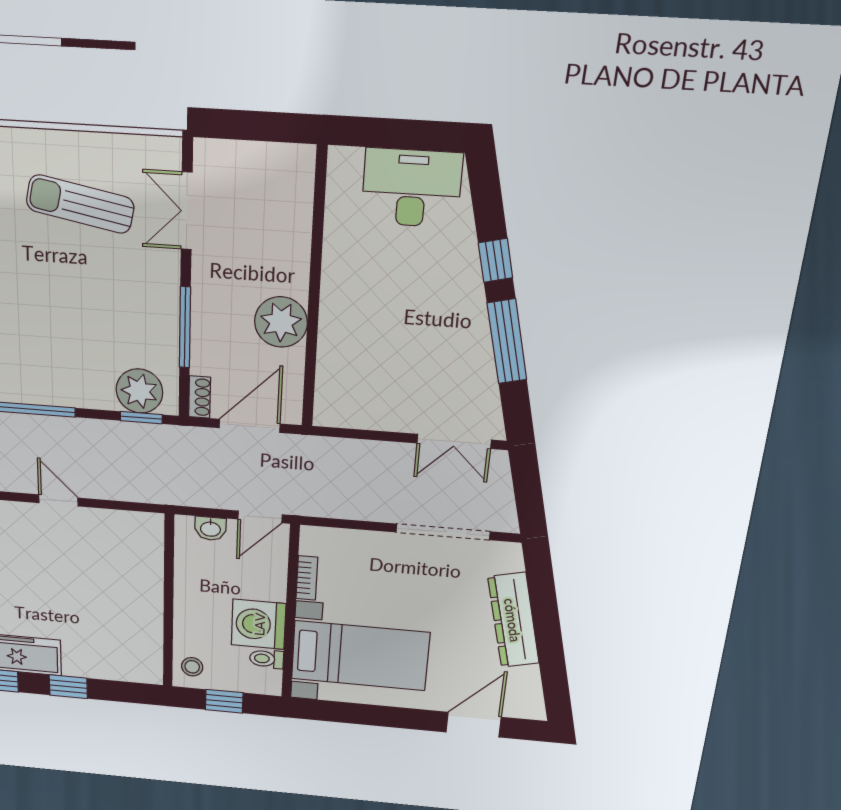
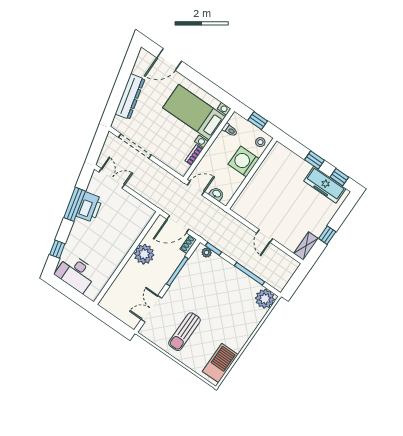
sun lounger: (80, 204) -> (184, 332), turned 79
double door: (187, 211) -> (151, 309), swing flipped
window: (496, 260) -> (57, 249), moved
printer: (469, 354) -> (89, 207), added
plant: (139, 391) -> (207, 253), width x0.53, depth x0.53
washing machine: (259, 624) -> (244, 162), moved, turned 180

